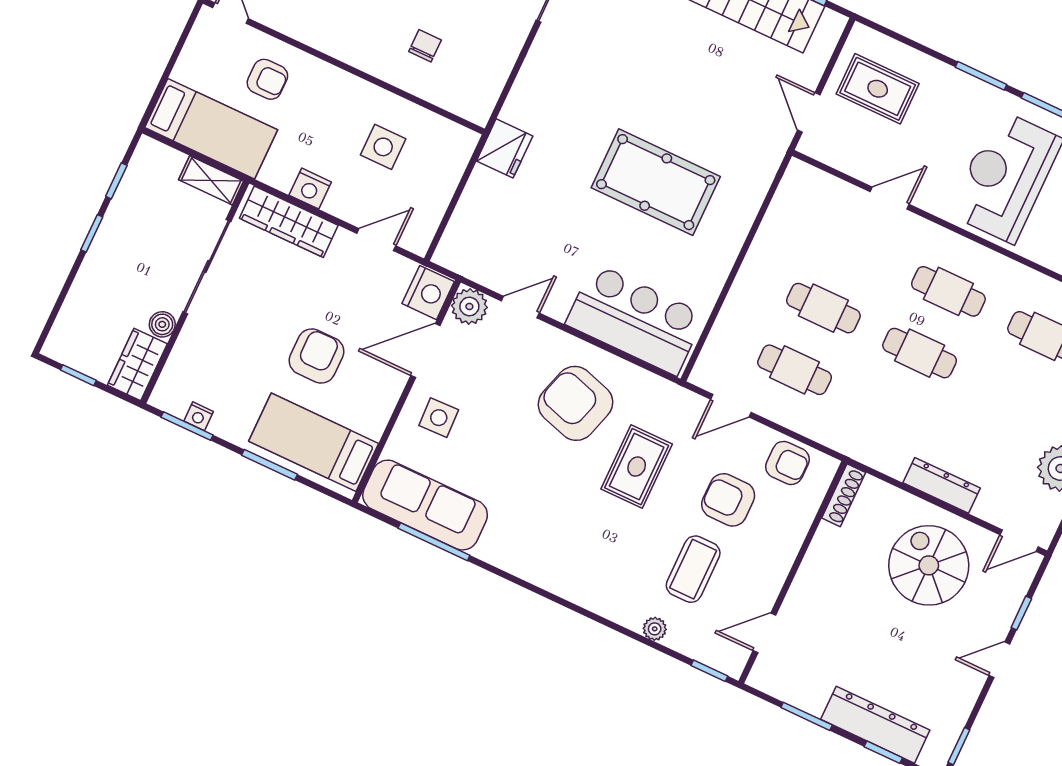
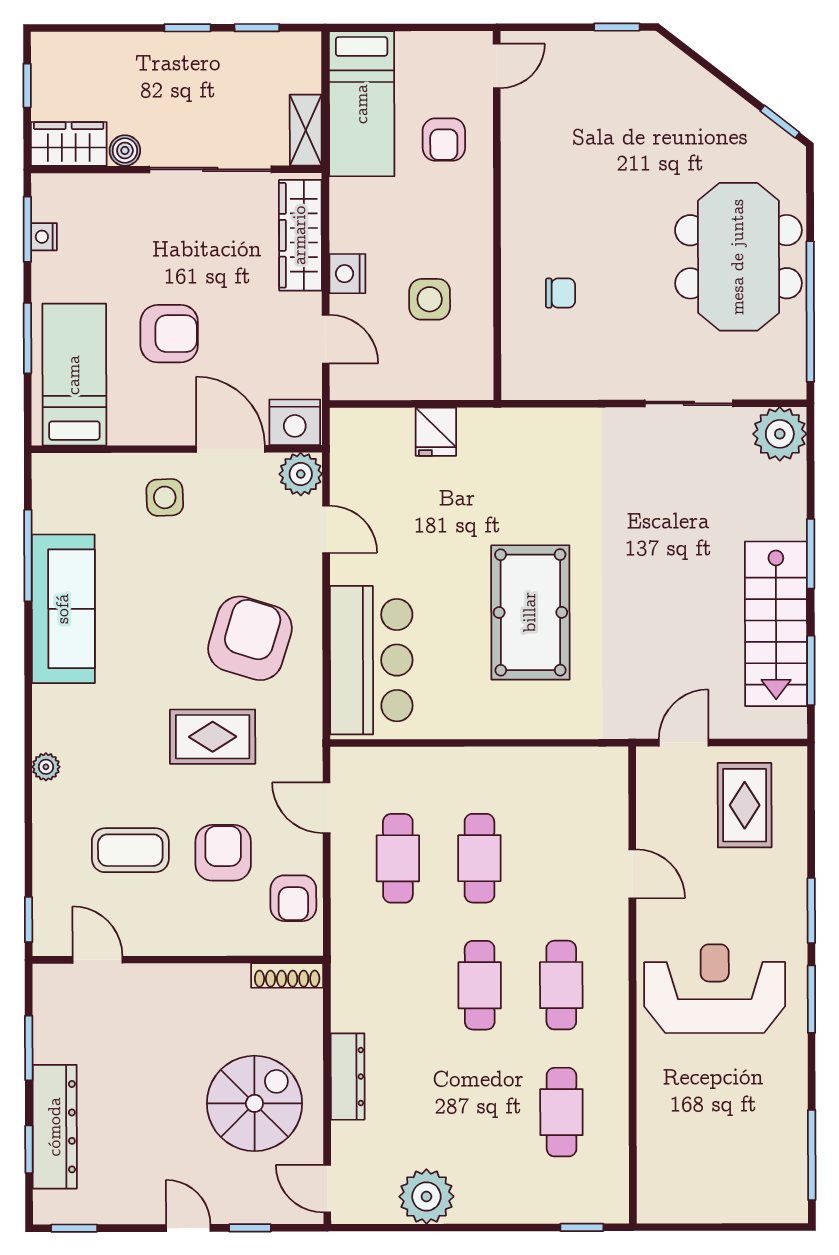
fridge: (505, 148) -> (436, 432), moved, width x0.72
nightstand: (310, 189) -> (347, 274), moved
sofa: (425, 505) -> (63, 609), moved
plant: (655, 629) -> (46, 767), moved

